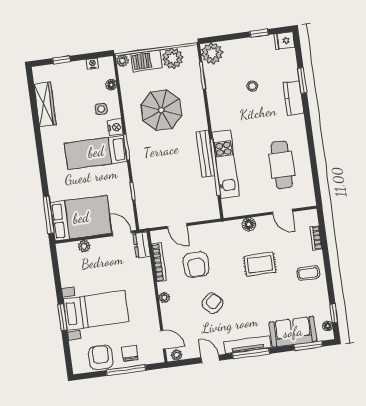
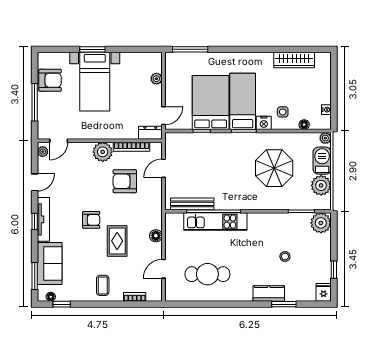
window: (61, 60) -> (334, 81), removed
bench: (205, 154) -> (192, 204), moved
bed: (81, 218) -> (211, 103), moved, turned 180
plant: (164, 298) -> (103, 152), width x1.87, depth x1.87
armchair: (212, 303) -> (91, 220), moved, turned -46
chair: (130, 353) -> (50, 108), removed
window: (251, 353) -> (35, 221), width x0.46

